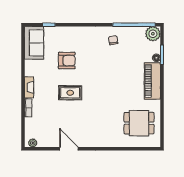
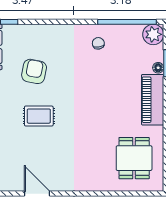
armchair: (67, 61) -> (34, 71), turned -79
dining table: (139, 123) -> (134, 158), turned 90

